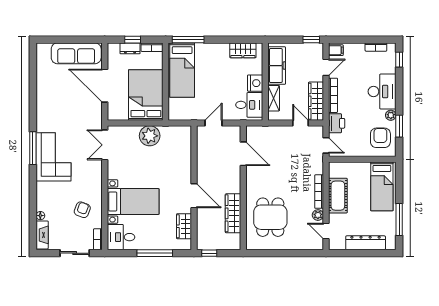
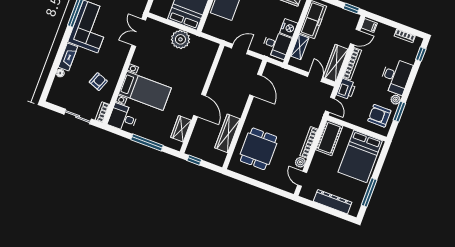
armchair: (380, 138) -> (379, 116), turned -90
bed: (382, 186) -> (360, 156), width x1.50
cot: (338, 196) -> (329, 138), moved
fireplace: (42, 235) -> (68, 57), moved

